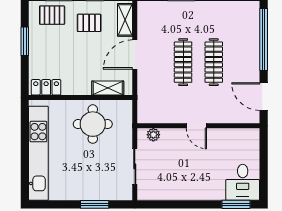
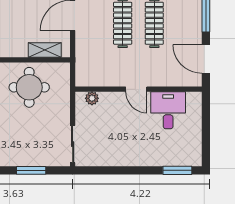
sliding door: (135, 166) -> (73, 144), moved
desk: (243, 182) -> (168, 110), moved, turned 180

